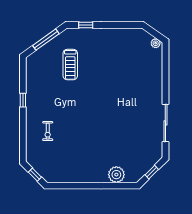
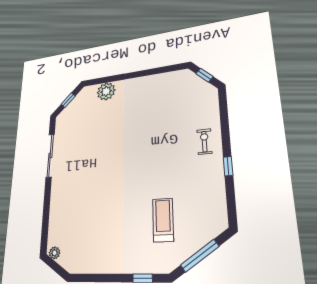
exercise bike: (48, 131) -> (204, 142), moved

